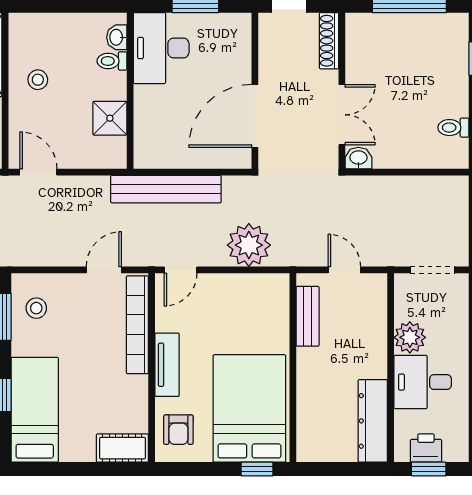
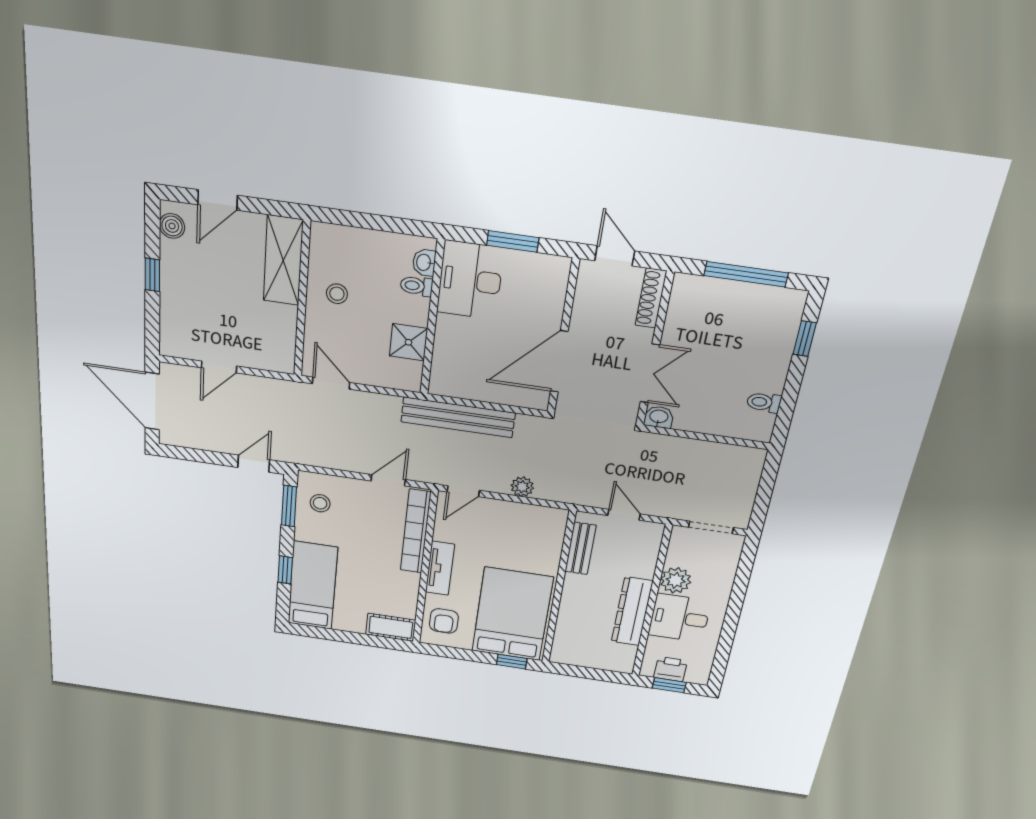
plant: (249, 245) -> (522, 487), width x0.53, depth x0.53
dresser: (373, 421) -> (632, 611), moved

